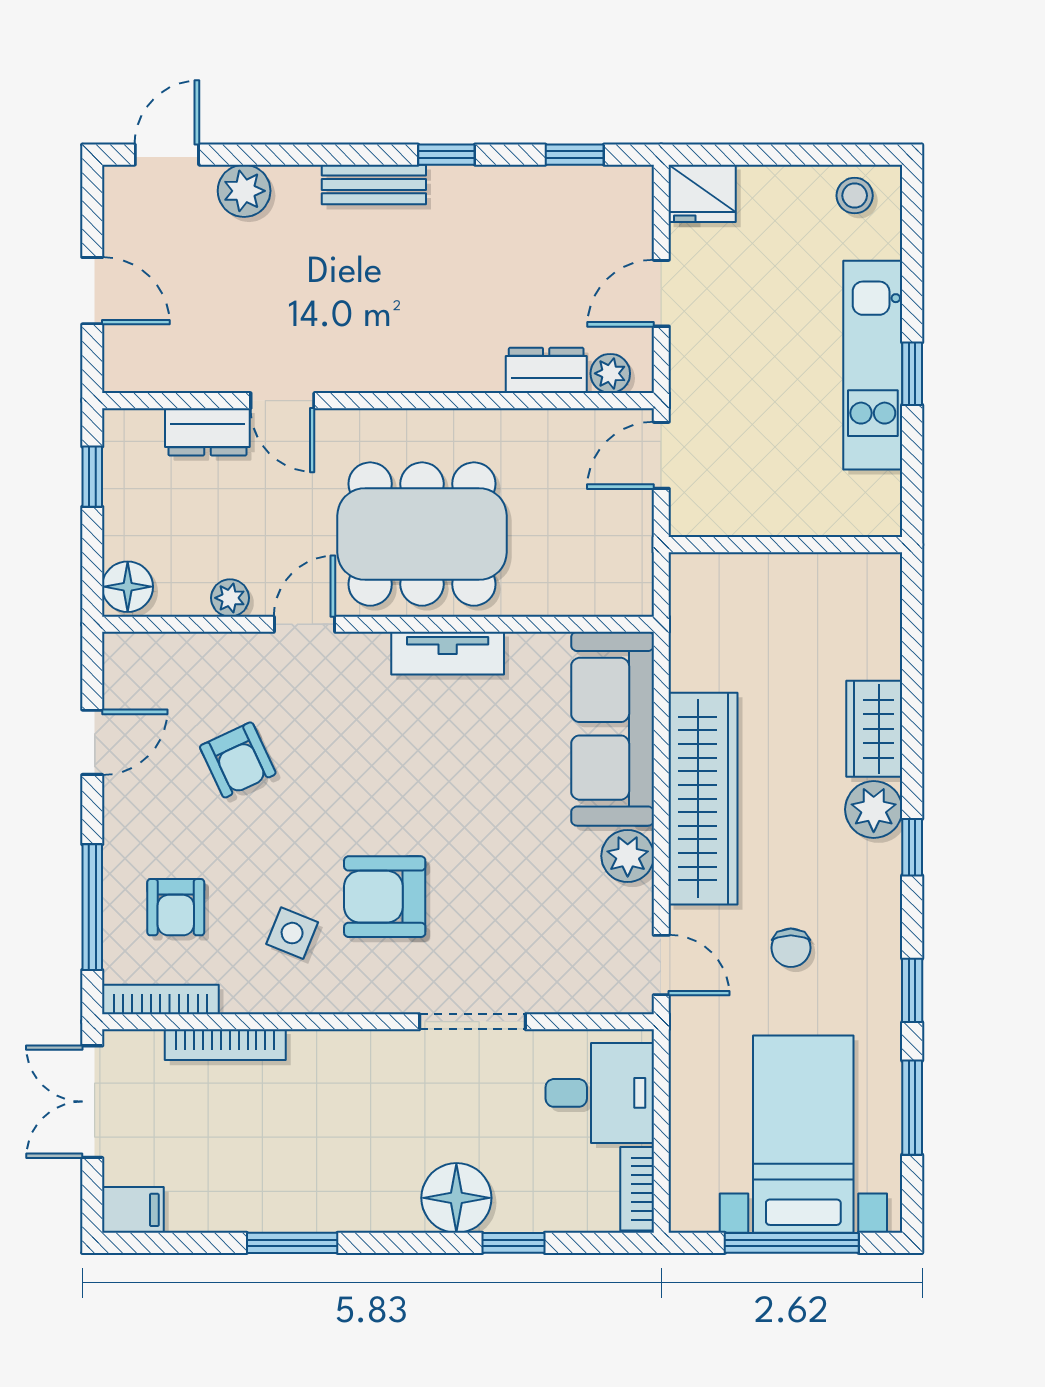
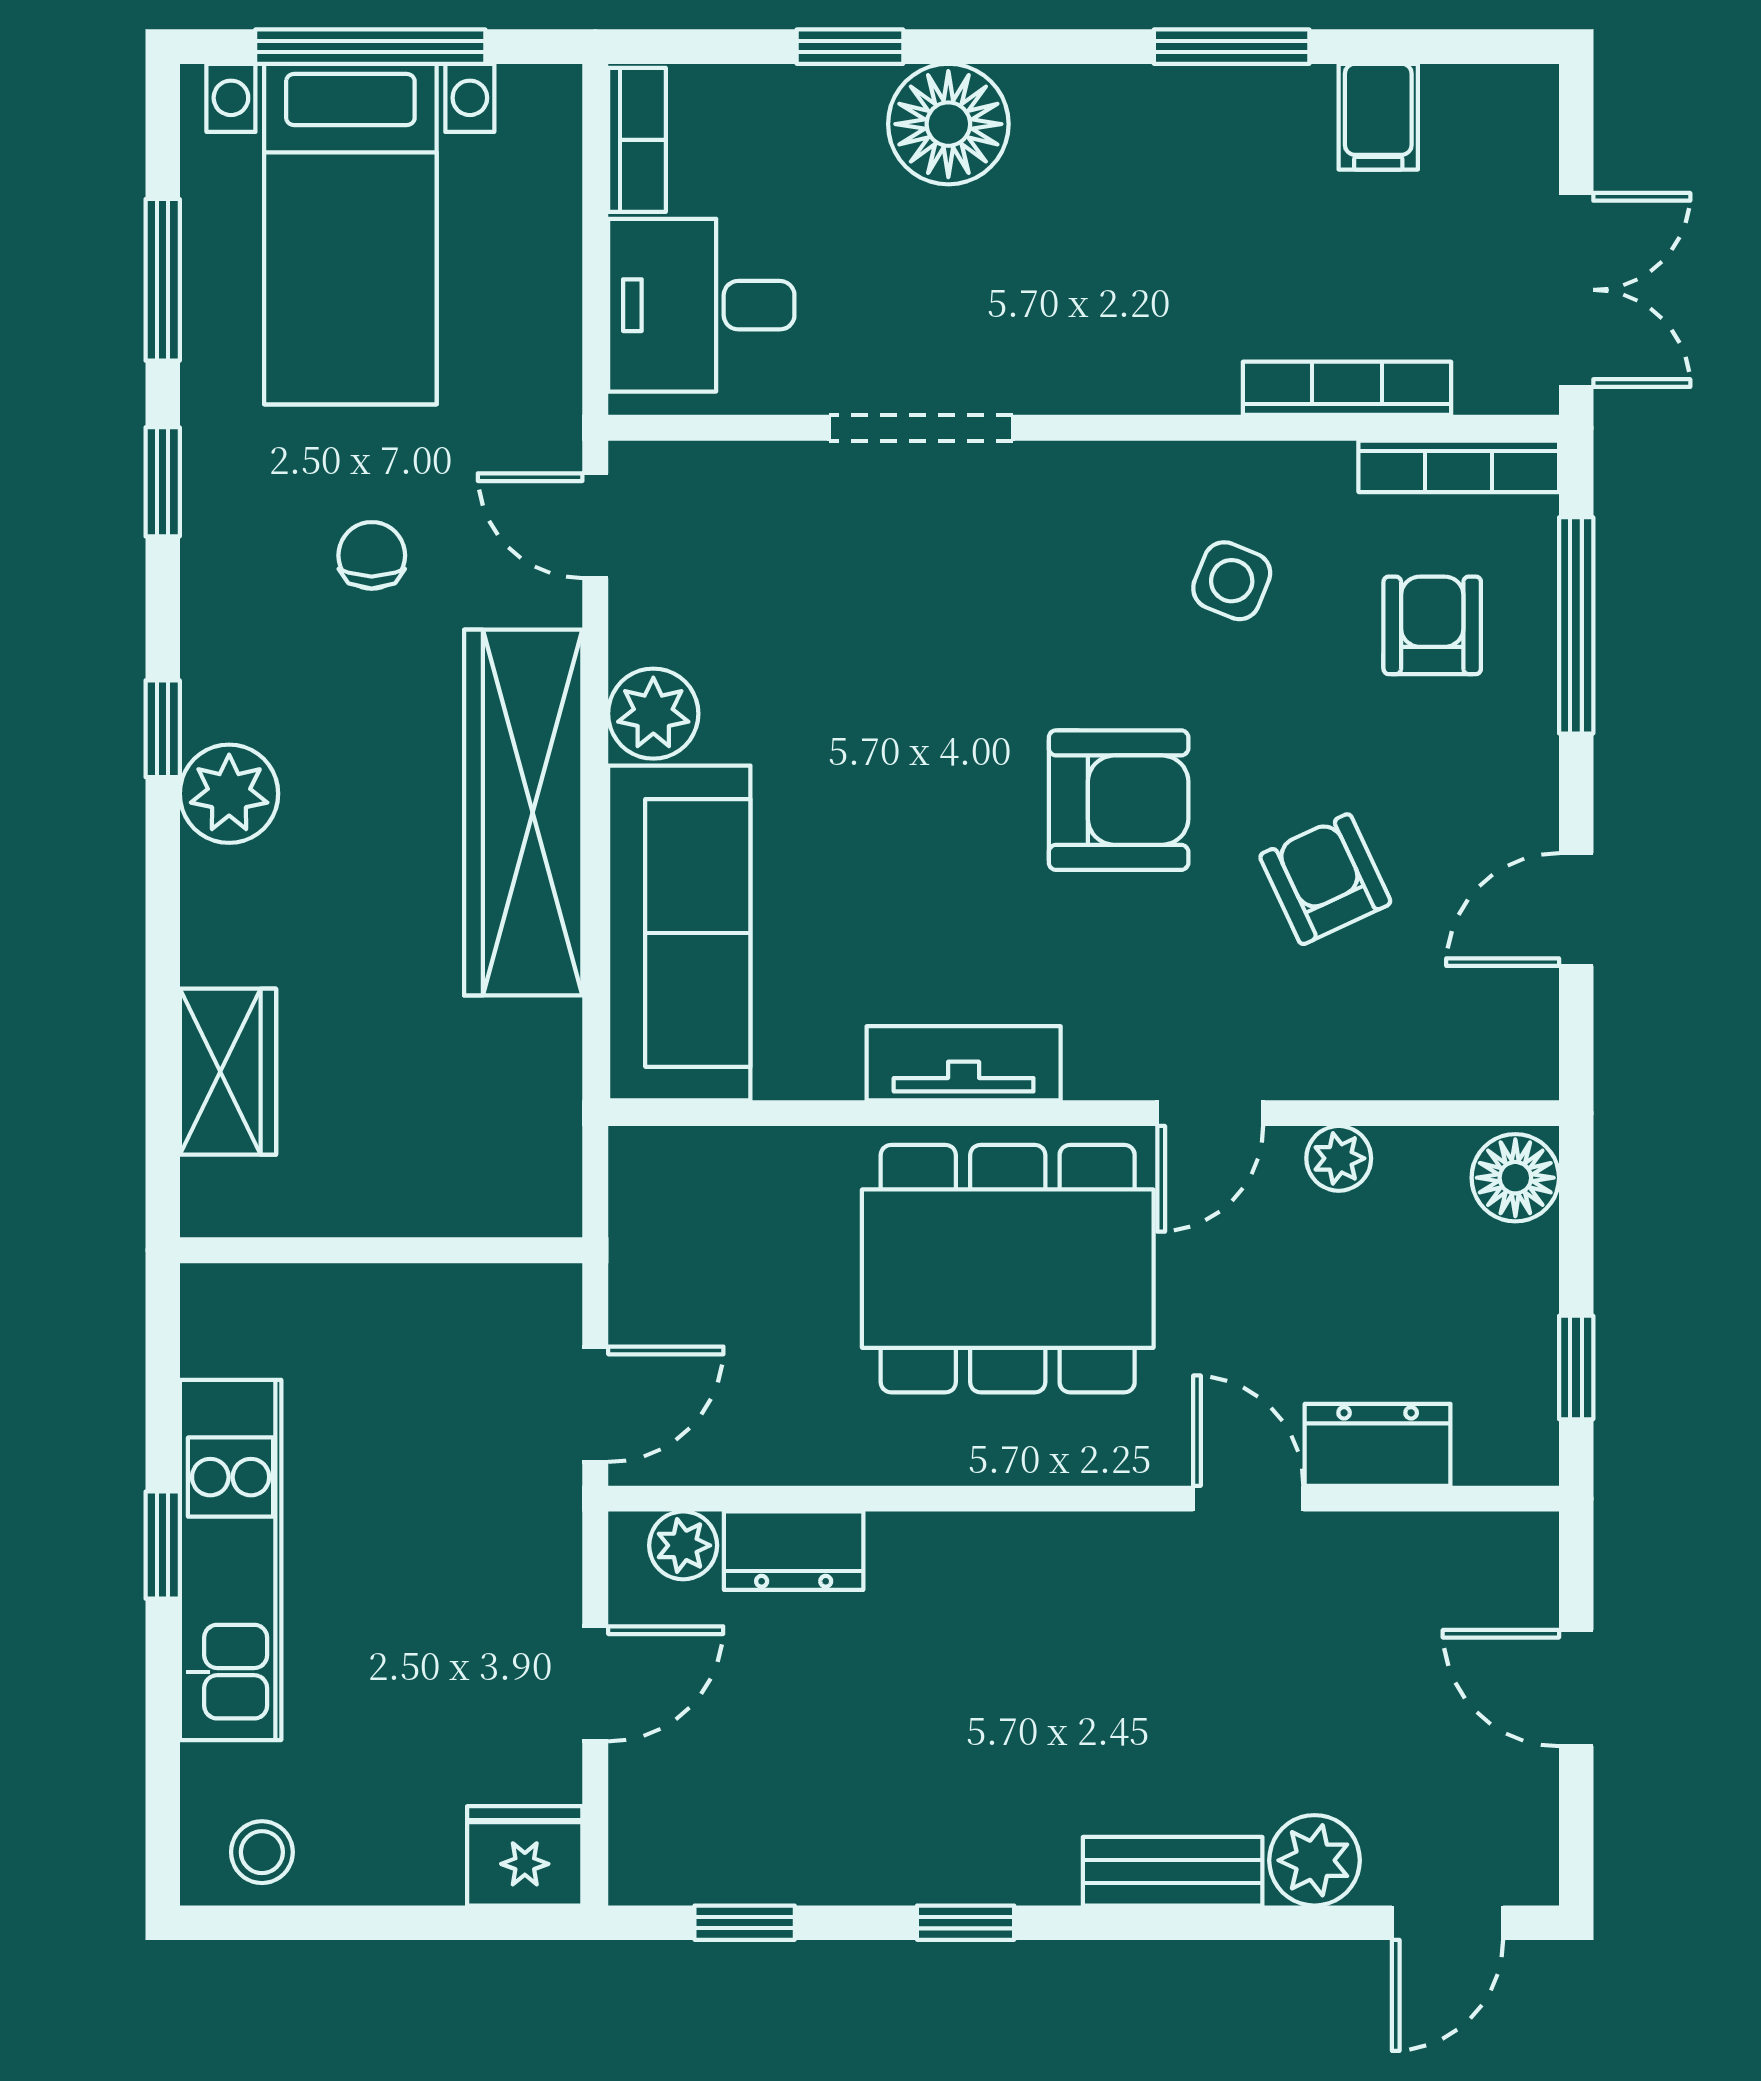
bench: (374, 184) -> (1173, 1871), moved
wardrobe: (874, 729) -> (228, 1072), moved
armchair: (385, 897) -> (1119, 800), moved
filing cabinet: (133, 1210) -> (1378, 117), moved, turned -90

